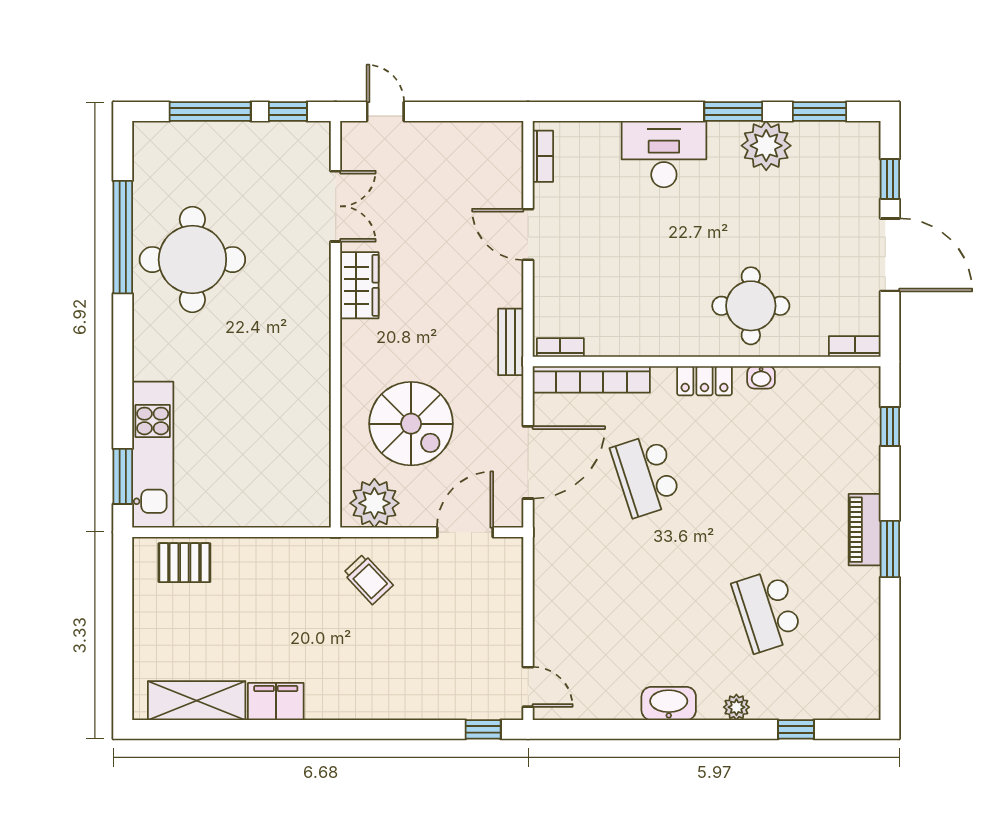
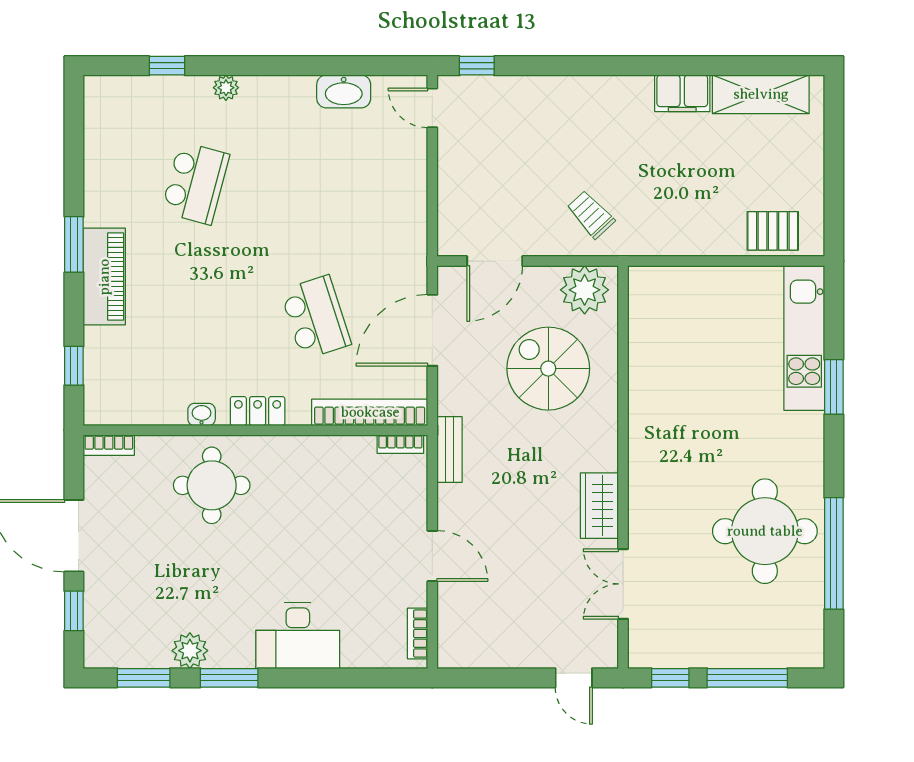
plant: (766, 146) -> (190, 651), width x0.73, depth x0.73
window: (123, 476) -> (834, 387), moved
piano: (865, 530) -> (104, 277), width x1.37, depth x1.33
school desk: (767, 611) -> (195, 183), turned 33
washbasin: (669, 703) -> (344, 91), moved

